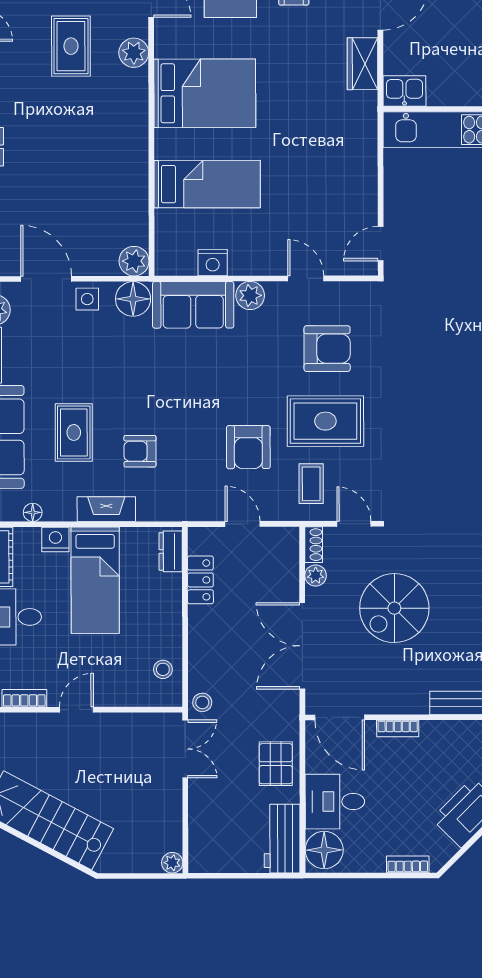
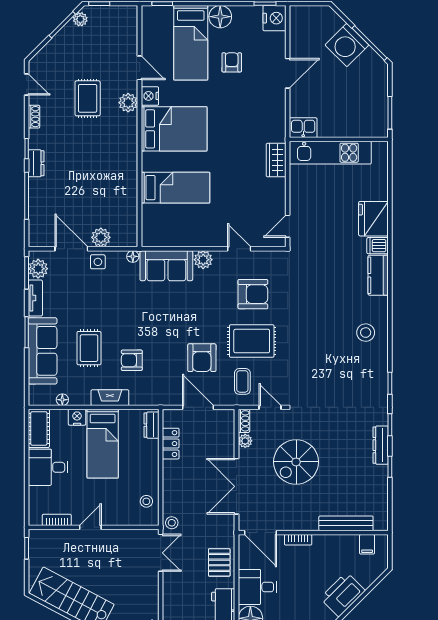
wardrobe: (363, 64) -> (276, 160), moved
plant: (134, 261) -> (101, 237), moved
nightstand: (213, 263) -> (150, 96), moved, turned 90
floor lamp: (133, 299) -> (133, 256), width x0.53, depth x0.53
door: (243, 524) -> (198, 407), width x1.38

